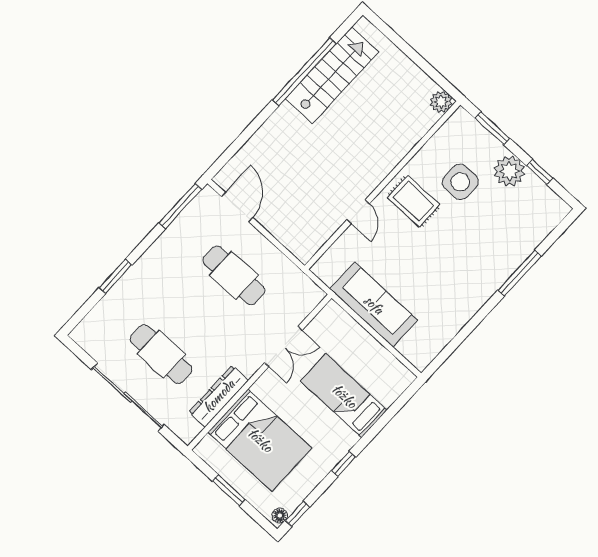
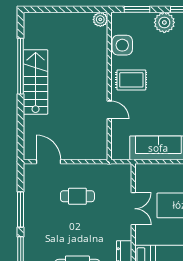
stairs: (332, 75) -> (36, 82), moved
side table: (460, 182) -> (122, 45), moved
window: (180, 206) -> (21, 210), moved
cafe table: (234, 275) -> (77, 196), width x0.73, depth x0.74

